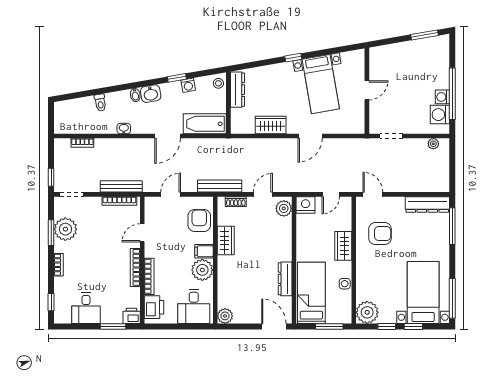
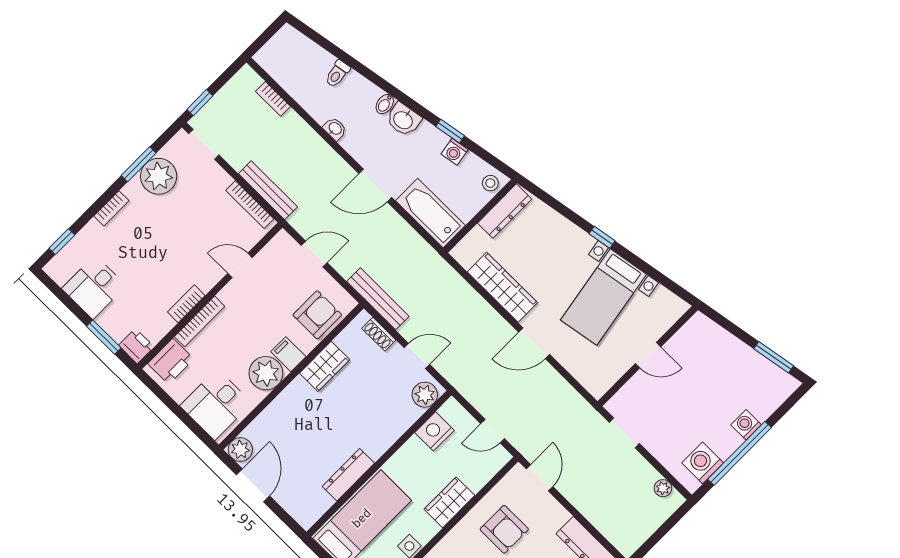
washing machine: (442, 97) -> (746, 425), moved
wardrobe: (271, 125) -> (502, 287), width x1.50
nightstand: (306, 205) -> (434, 431), moved, turned -90
bookcase: (135, 267) -> (186, 304), width x0.64
door: (274, 326) -> (253, 485), moved

